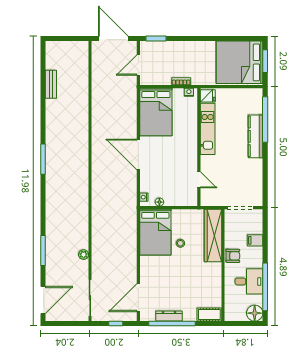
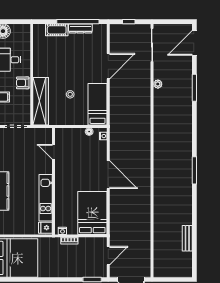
bed: (155, 232) -> (98, 104), width x0.67
door: (138, 298) -> (108, 66), moved
cot: (209, 315) -> (57, 30), moved

